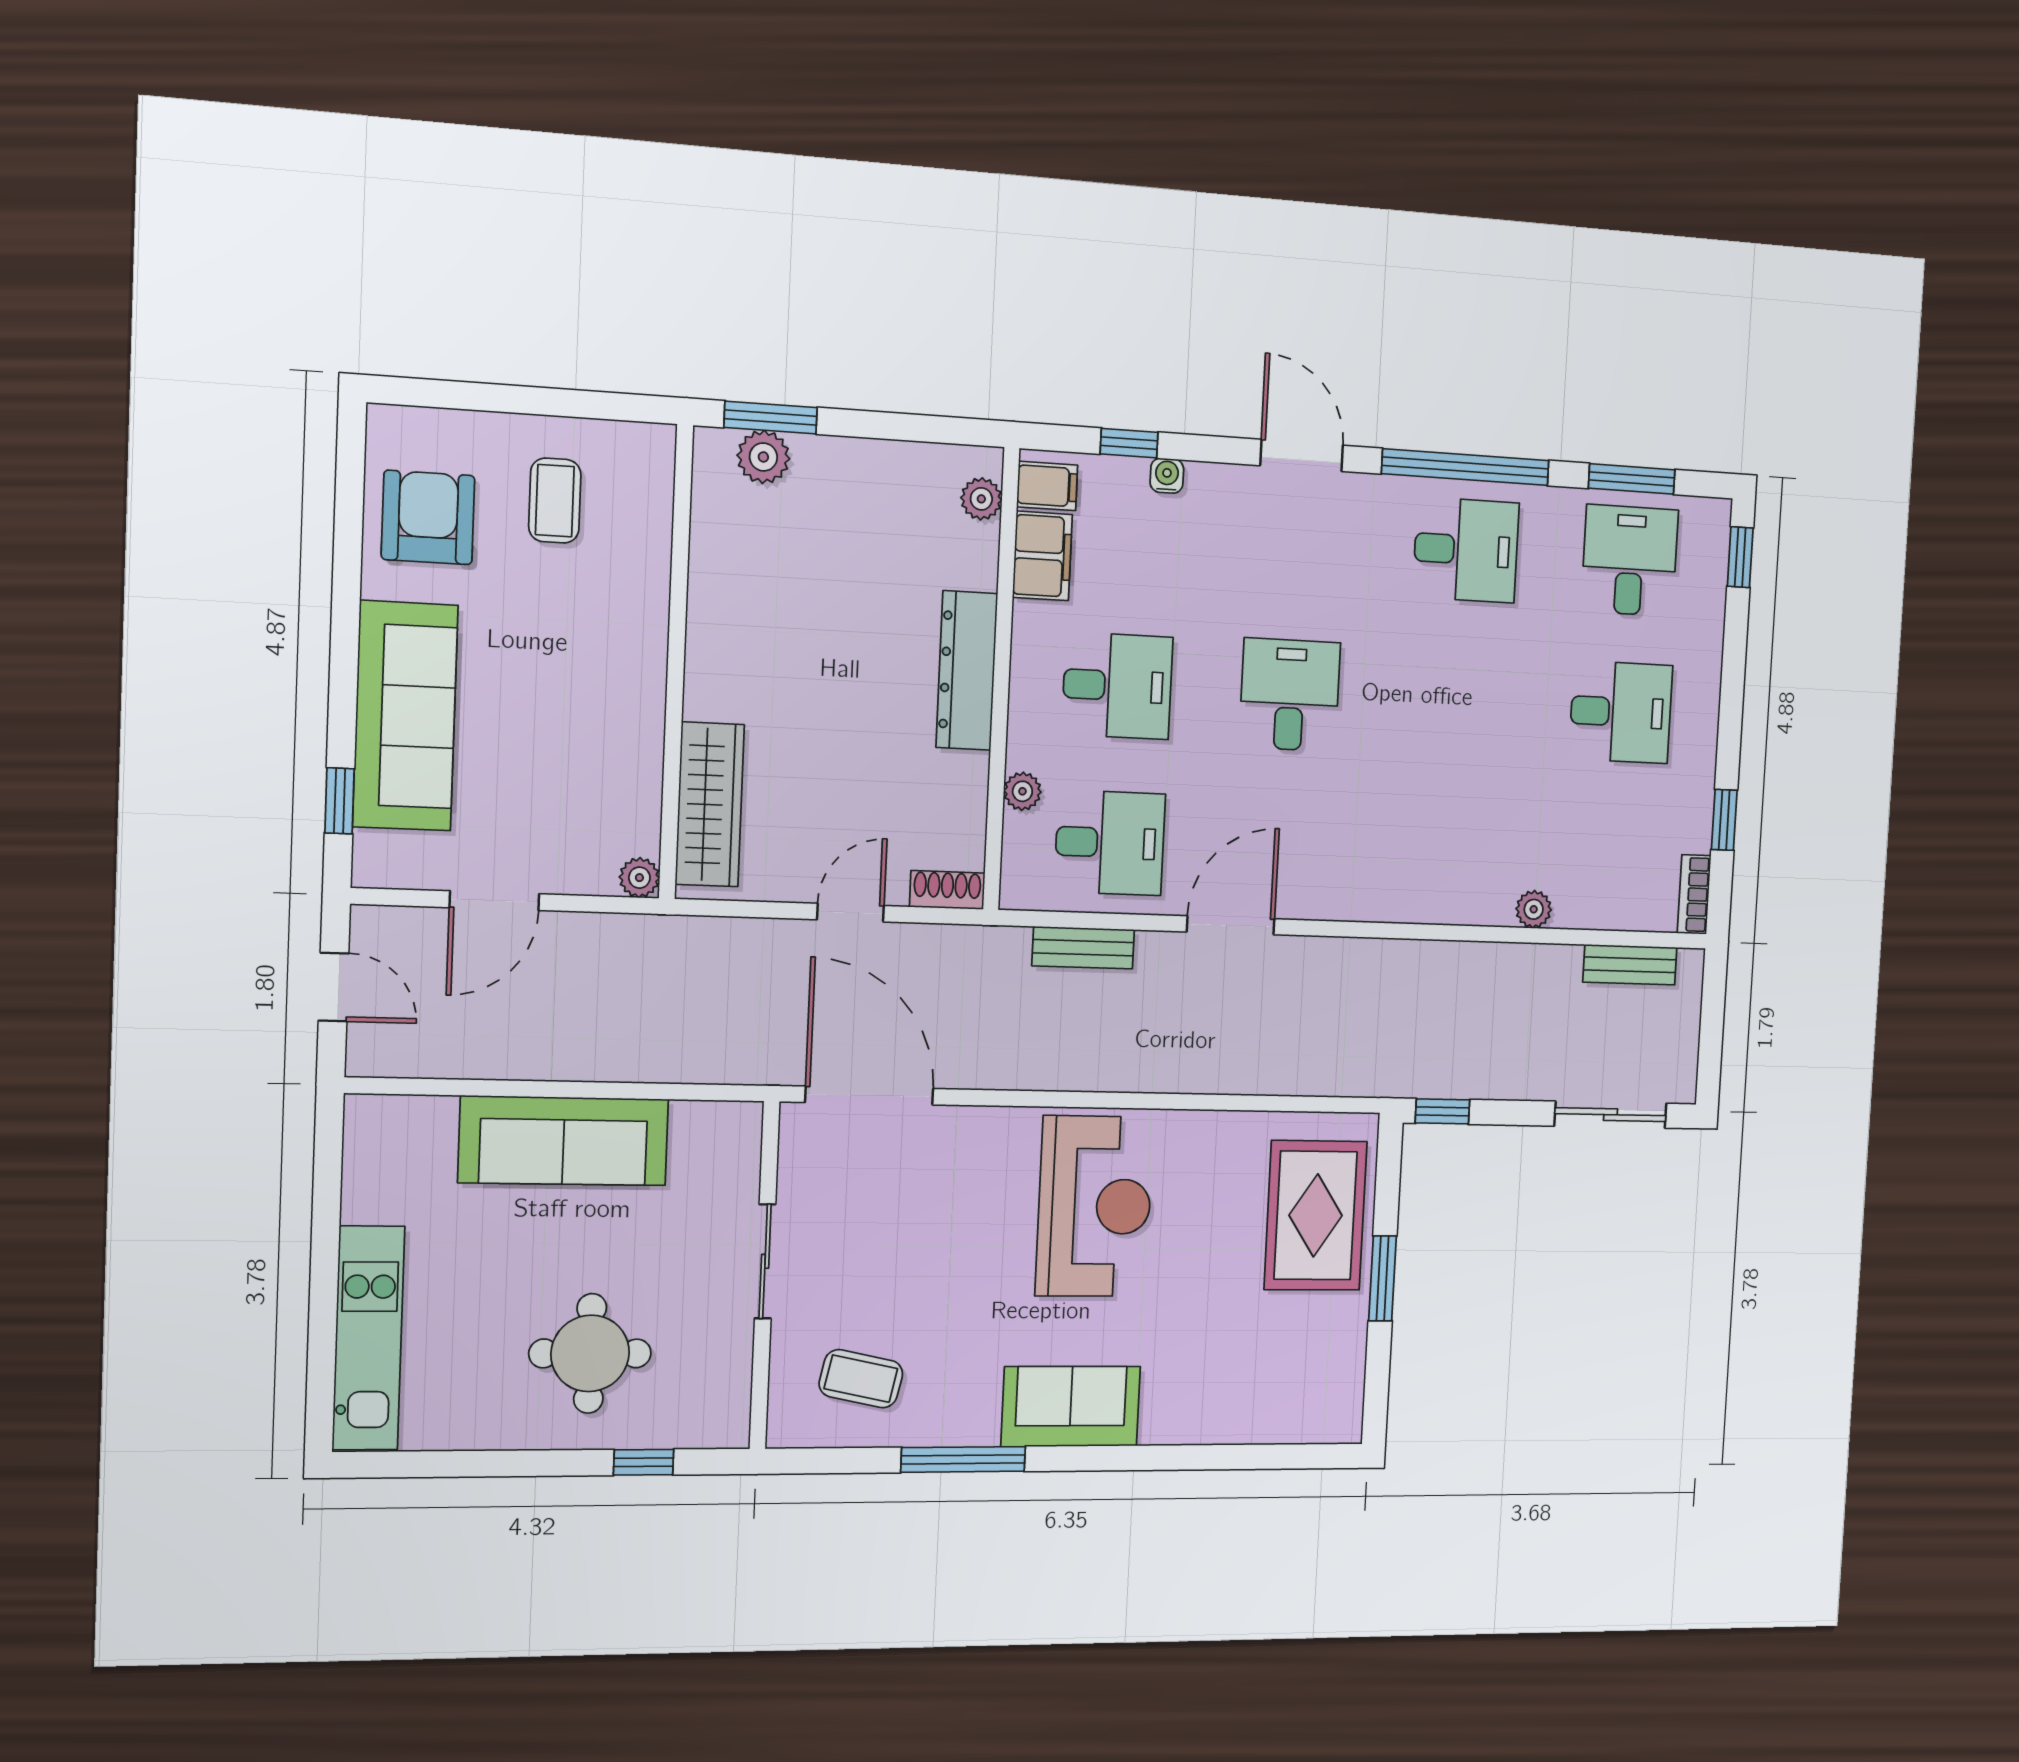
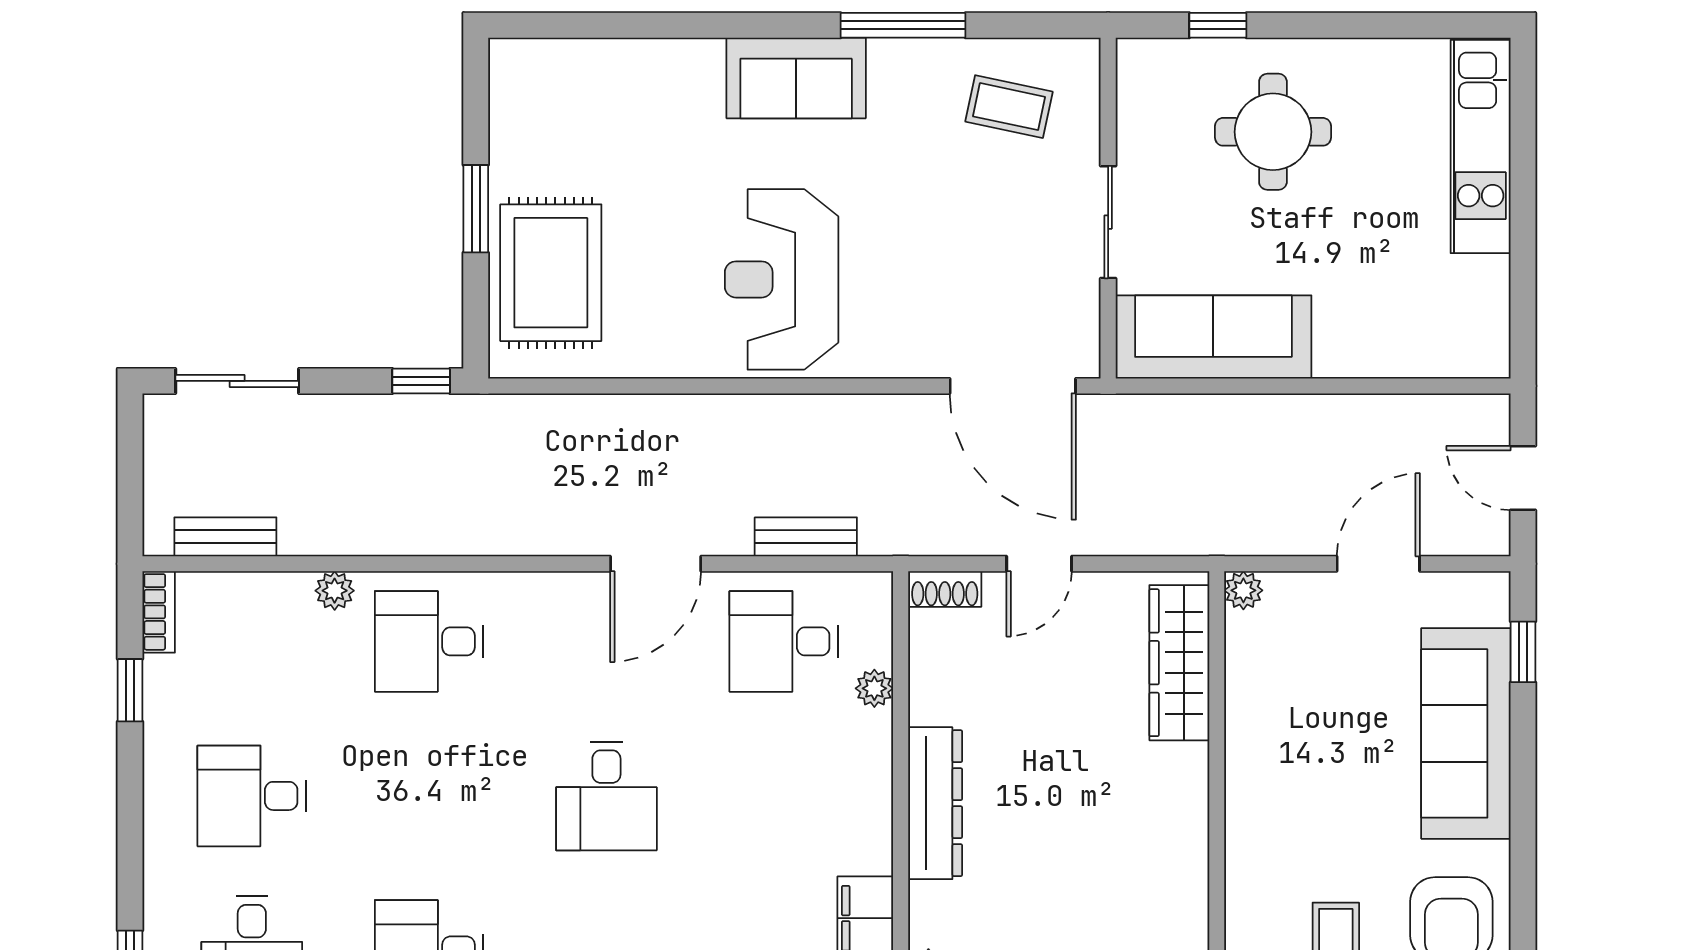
desk: (1117, 686) -> (429, 641), moved
sofa: (564, 1141) -> (1213, 337), moved

